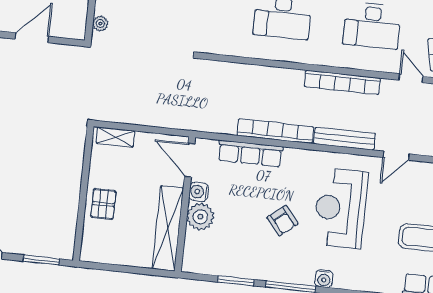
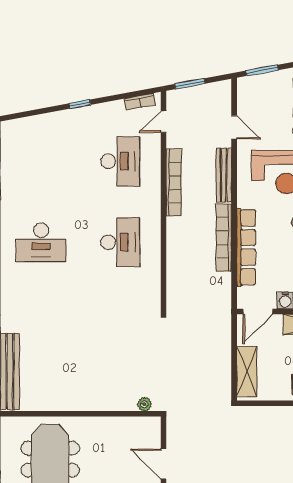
shelving: (115, 137) -> (247, 371), width x1.50, depth x1.33
row of seats: (250, 153) -> (246, 247), width x1.36

